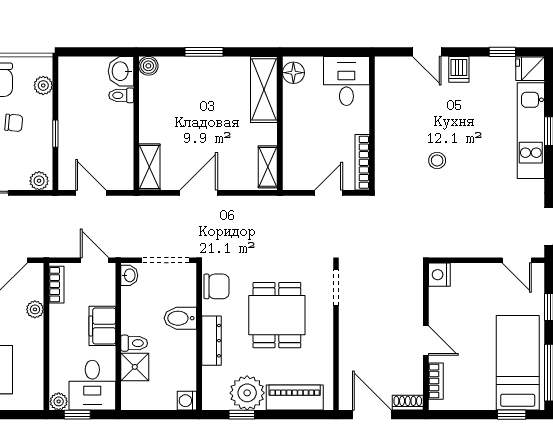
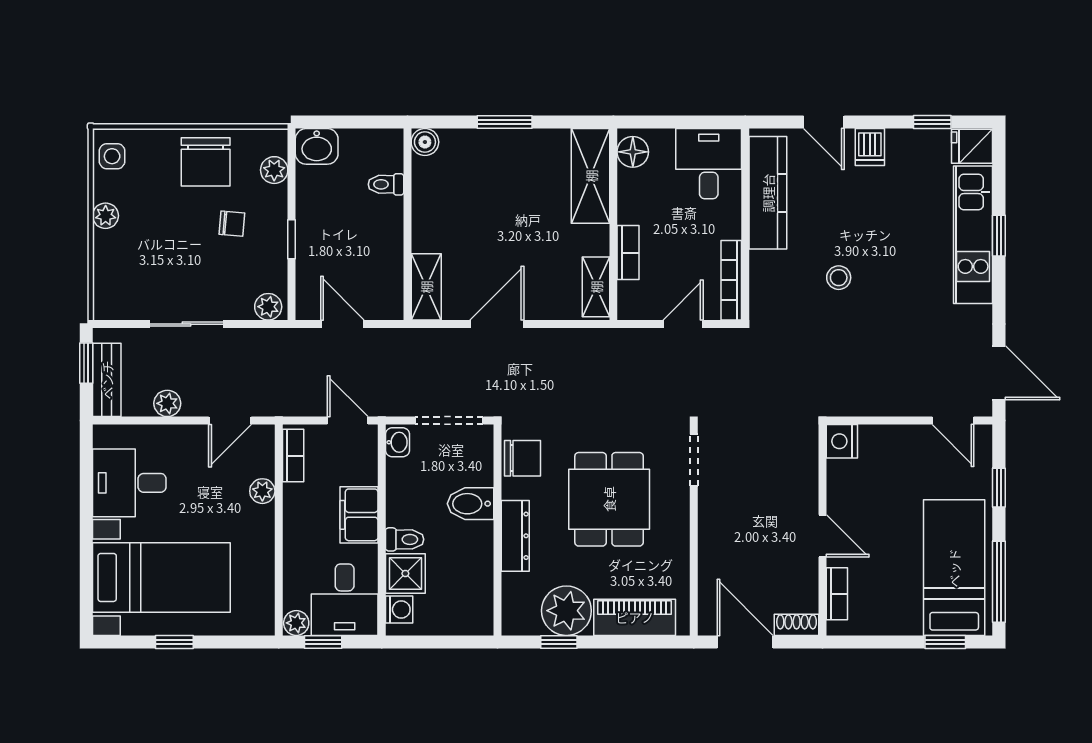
washbasin: (121, 71) -> (317, 146), moved, turned -90
kitchen counter: (388, 101) -> (768, 193), added
bookcase: (290, 143) -> (628, 253), added
washing machine: (187, 401) -> (399, 610), moved, turned 180

